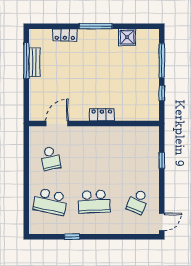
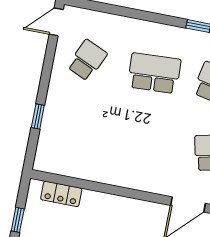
locker: (102, 115) -> (61, 194), moved

